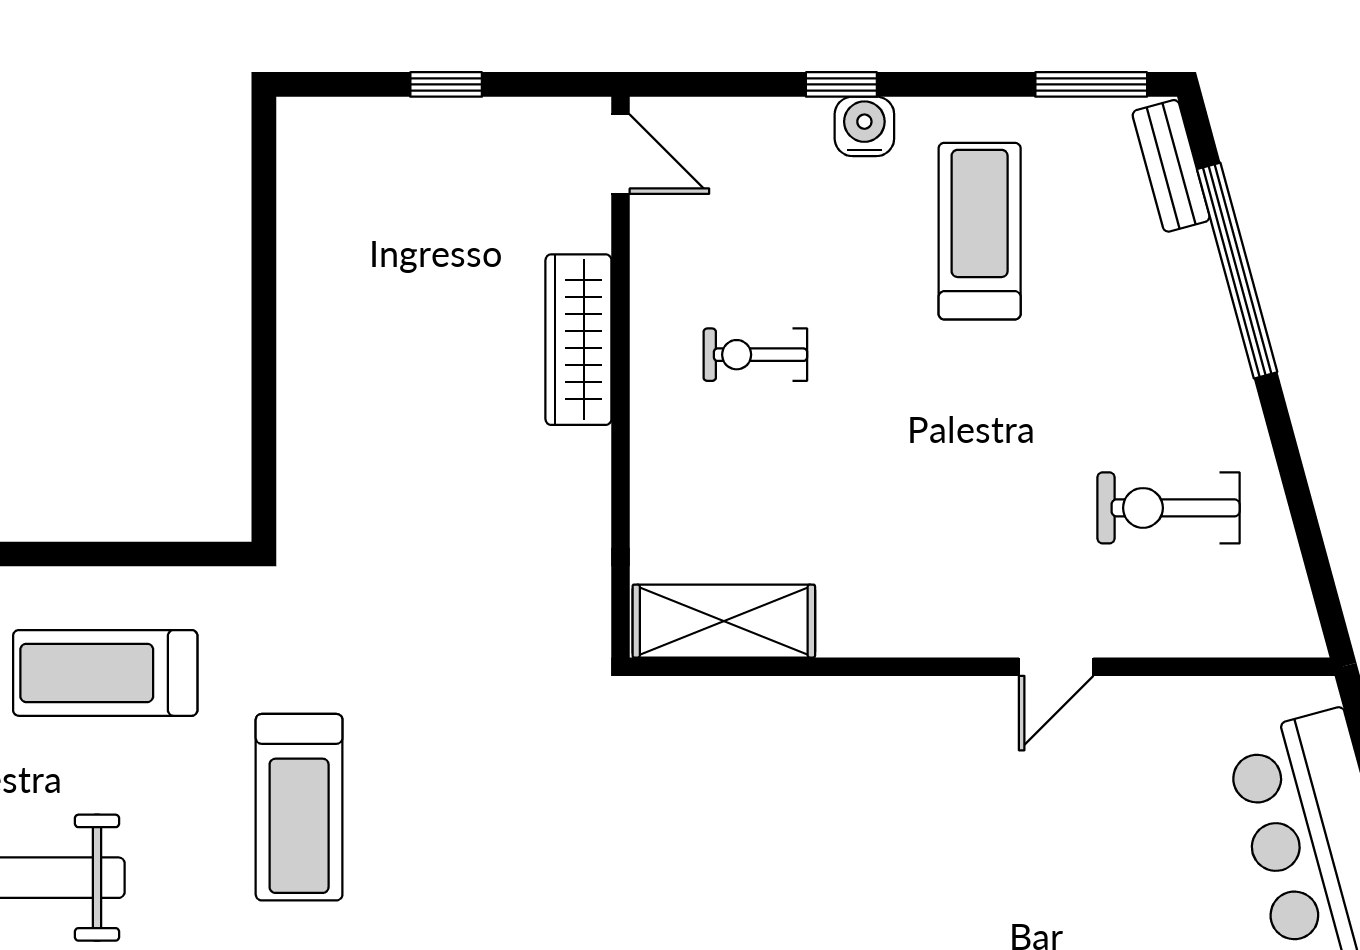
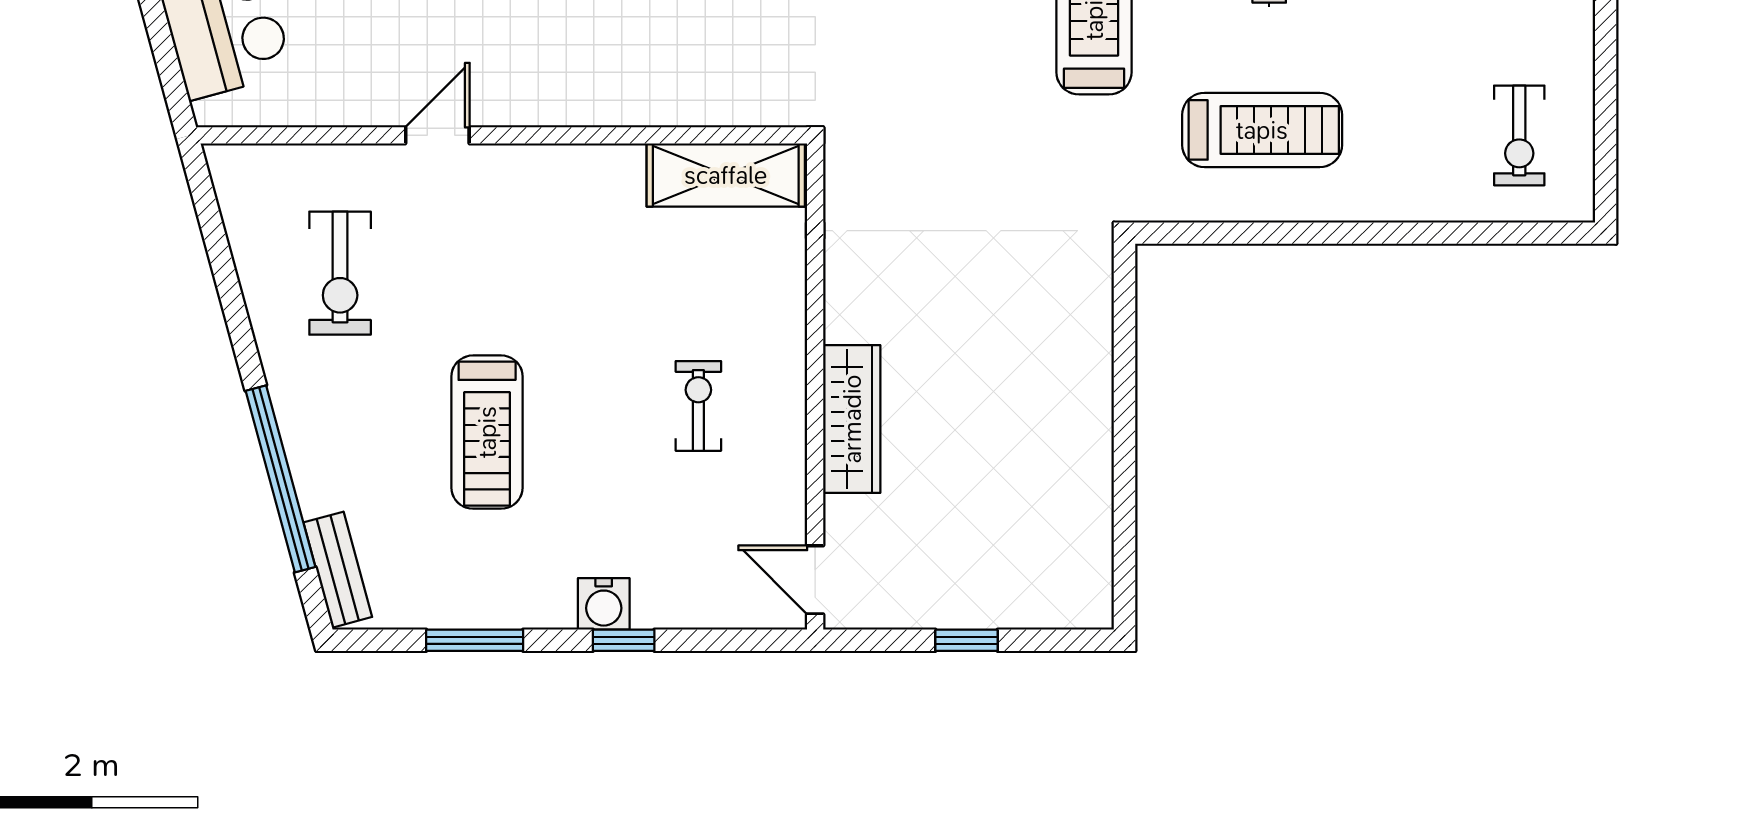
window: (1091, 84) -> (475, 640), moved
treadmill: (980, 231) -> (487, 432), moved
exercise bike: (755, 355) -> (698, 406), turned -90
exercise bike: (1168, 508) -> (340, 273), turned 90

